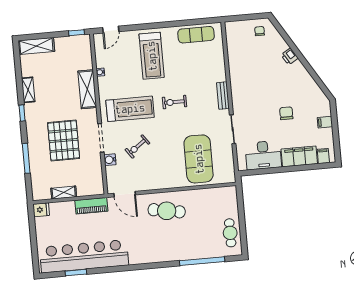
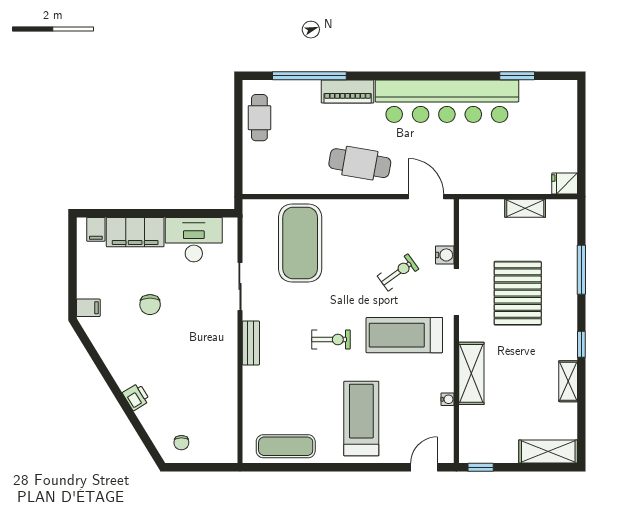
filing cabinet: (325, 122) -> (88, 308), moved
piano: (91, 206) -> (348, 91), moved, turned 180
bar counter: (84, 256) -> (447, 101), moved

